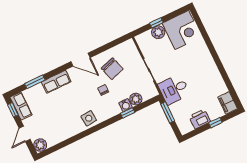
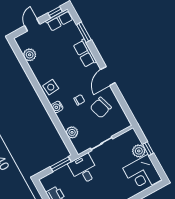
water cooler: (125, 105) -> (57, 107), moved
window: (128, 113) -> (58, 125), removed
door: (25, 134) -> (32, 25), hinge flipped
plant: (40, 145) -> (30, 55), moved

